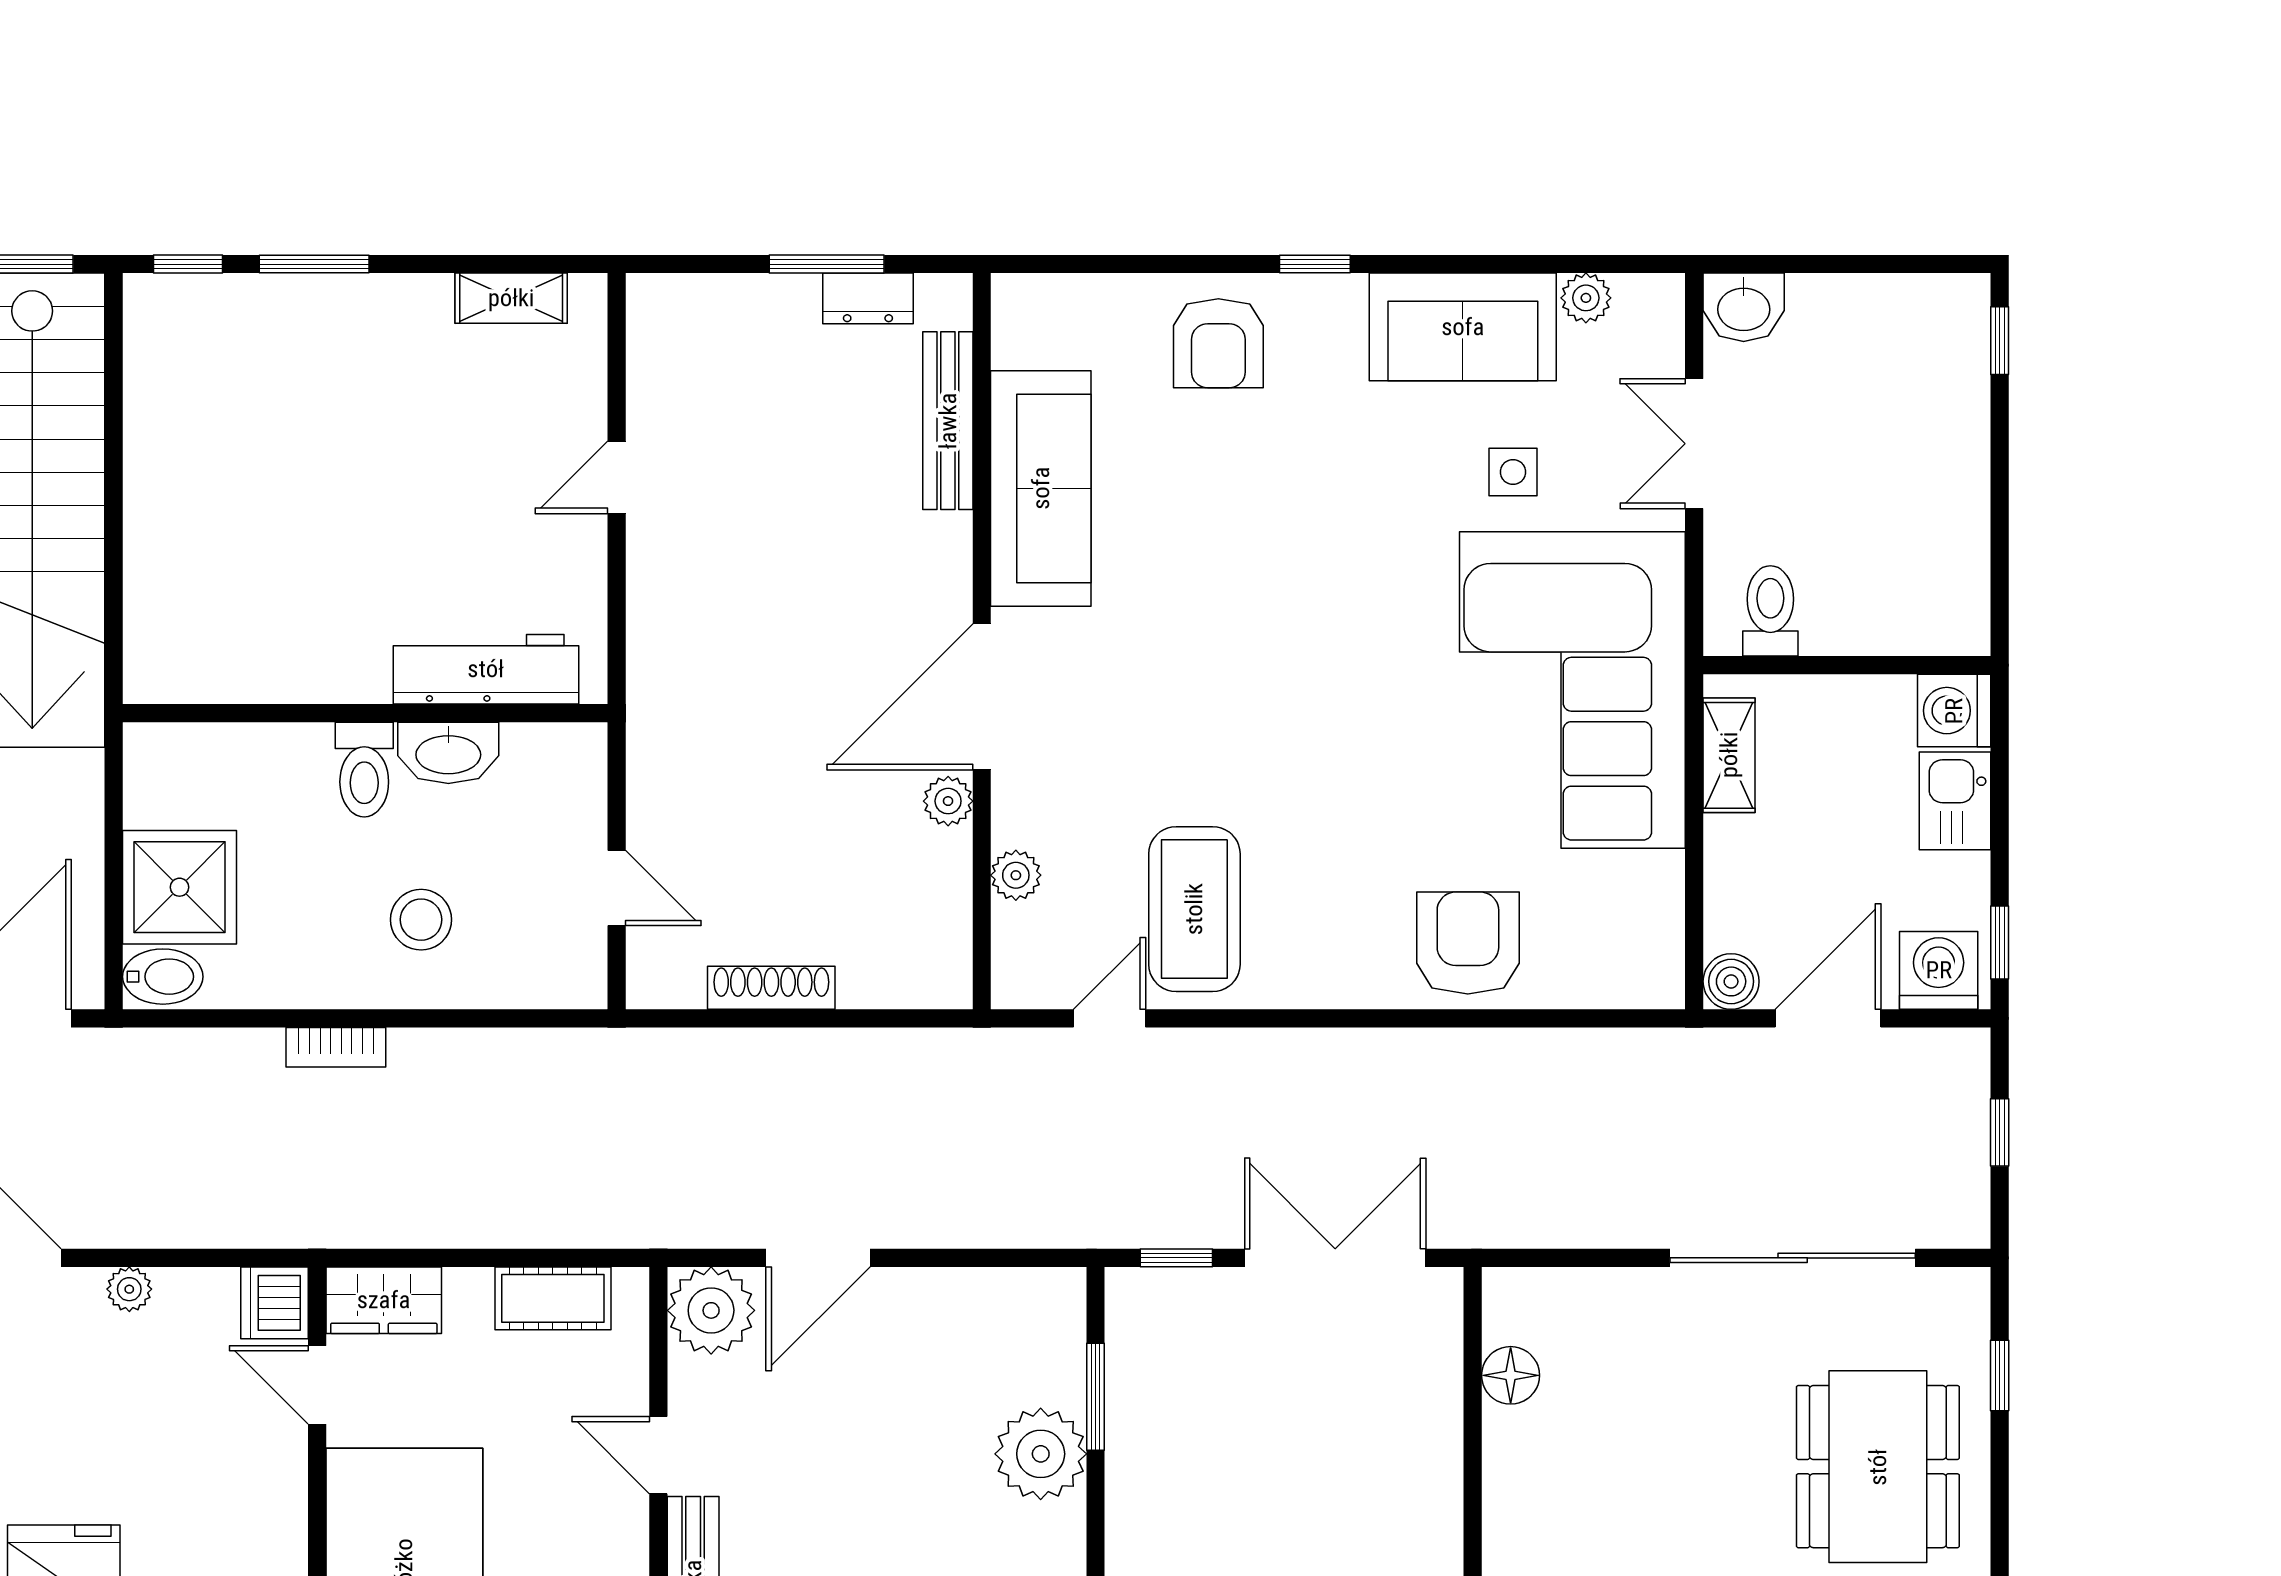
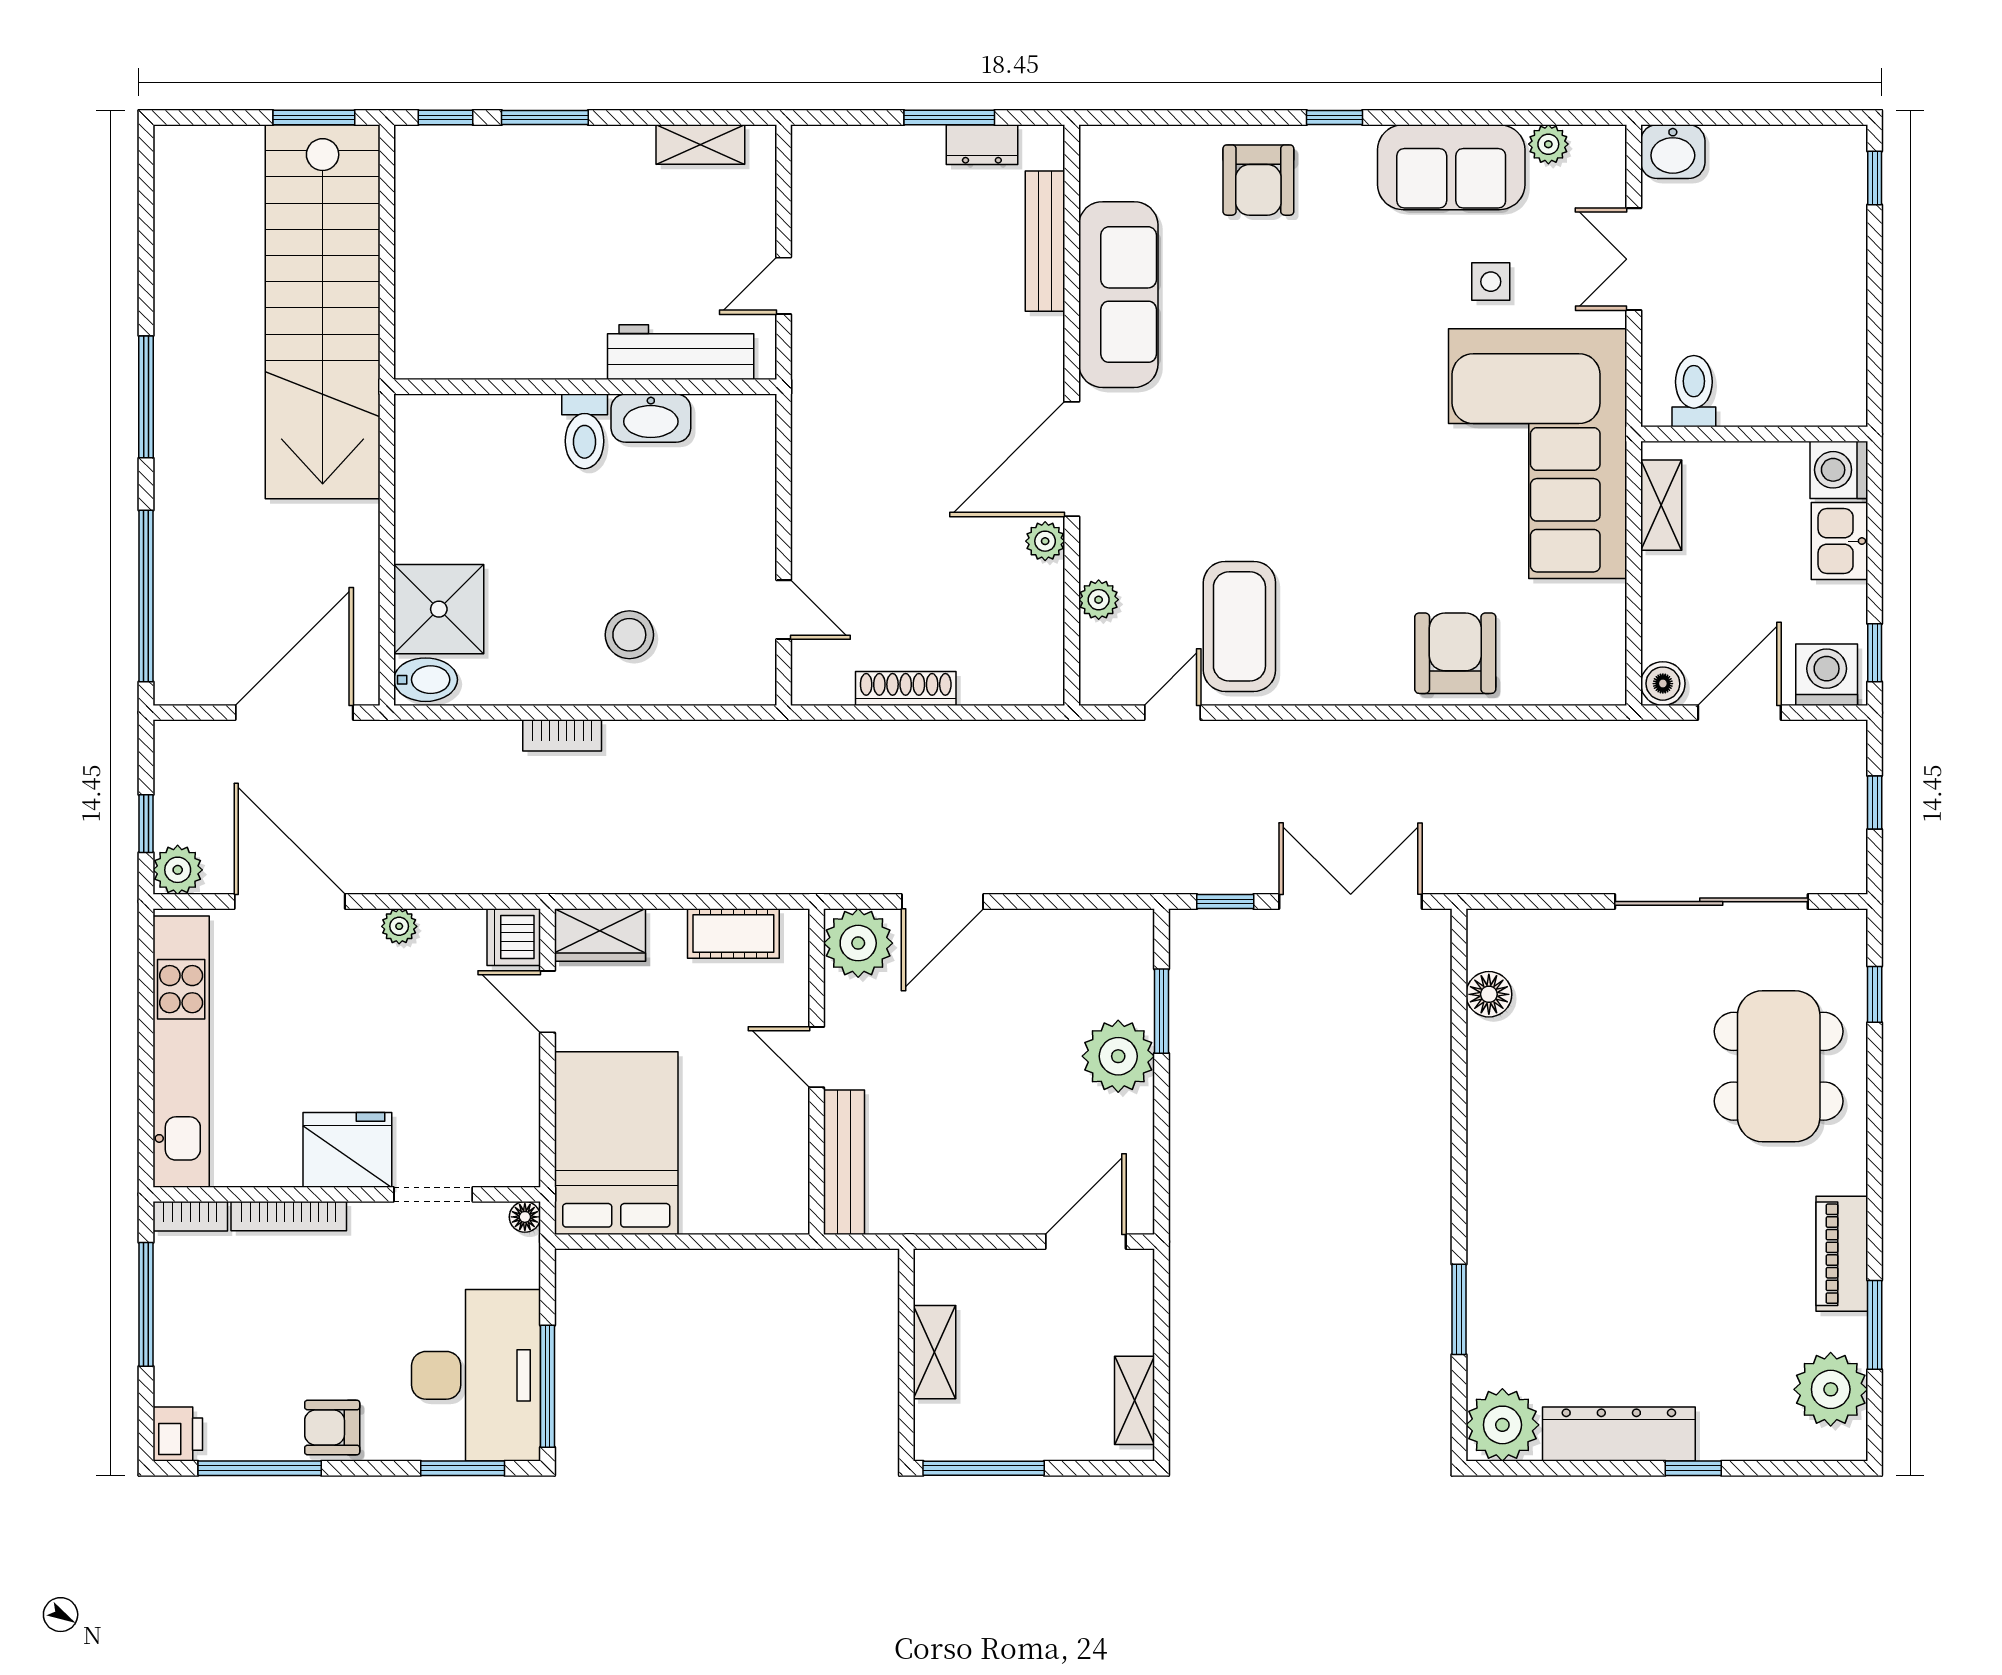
workbench: (486, 669) -> (681, 352), moved
wall: (365, 713) -> (585, 387), moved
washbasin: (448, 753) -> (651, 418), moved
toilet: (364, 770) -> (585, 431), moved

